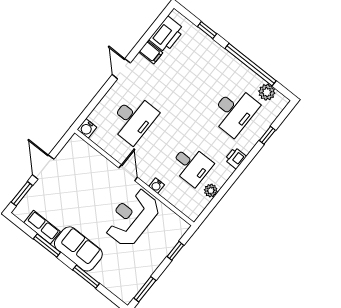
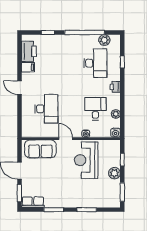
water cooler: (87, 128) -> (116, 133), moved
desk: (191, 165) -> (95, 109), turned -90
row of seats: (42, 227) -> (33, 202), moved
sofa: (78, 249) -> (40, 149), moved, turned 180
plant: (153, 259) -> (114, 173), added

